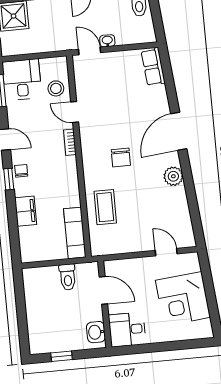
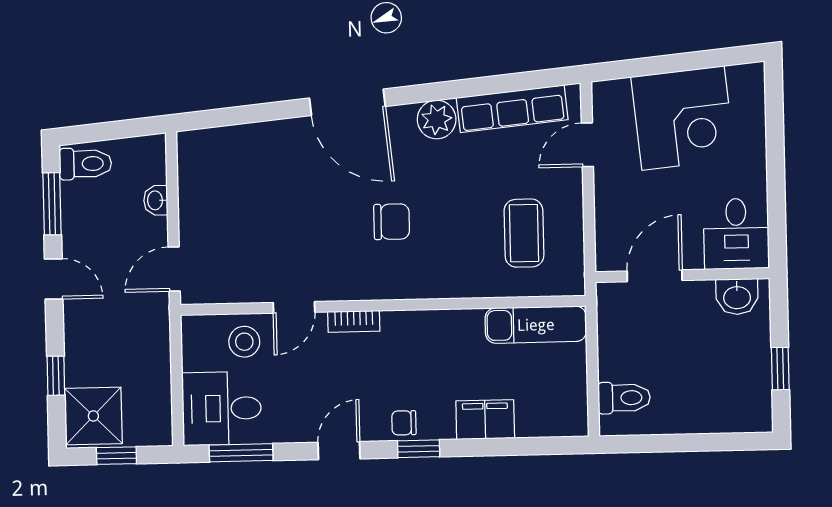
washbasin: (107, 41) -> (156, 200), moved
row of seats: (153, 67) -> (512, 109), moved, width x1.48
coffee table: (105, 207) -> (524, 233), moved, turned 90
toilet: (68, 277) -> (624, 398), moved

